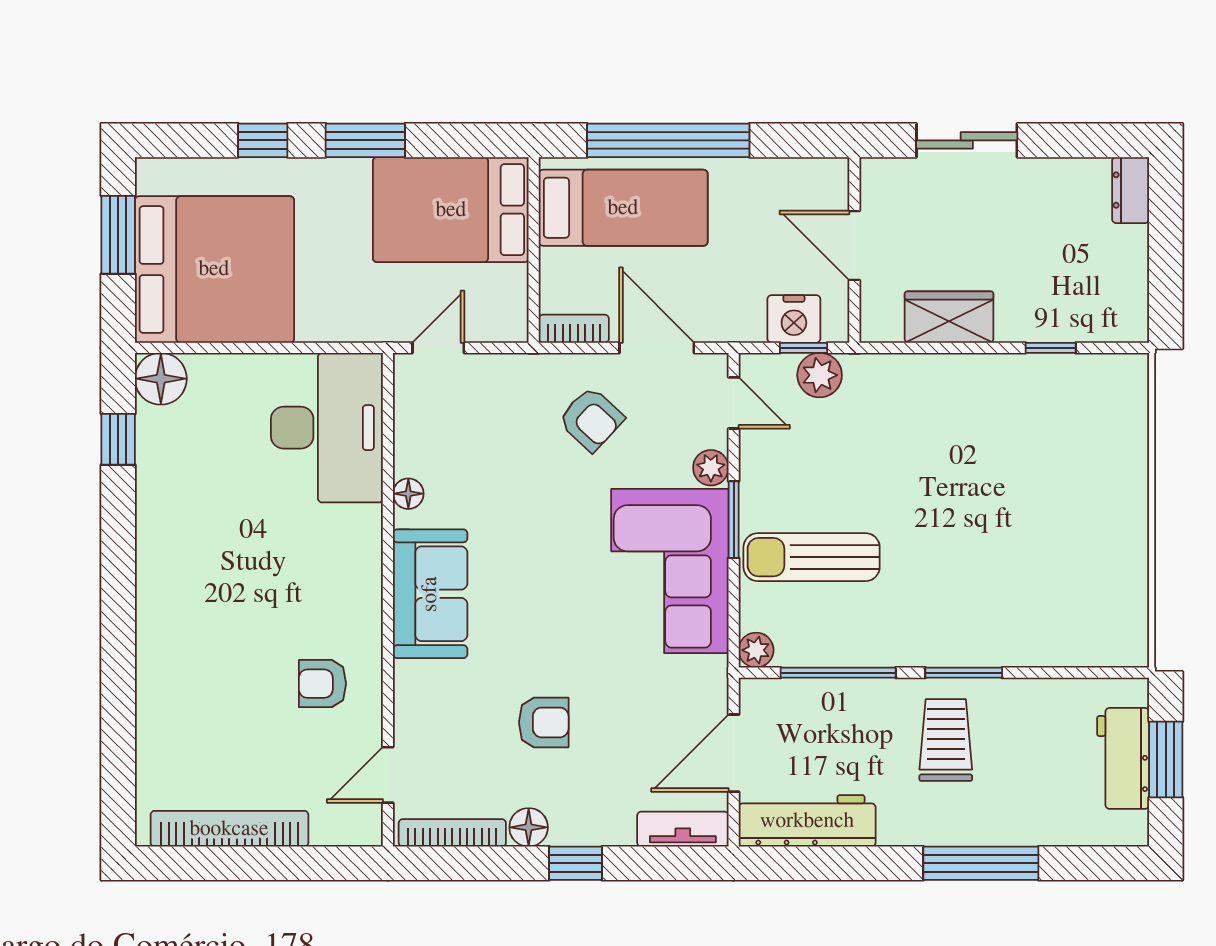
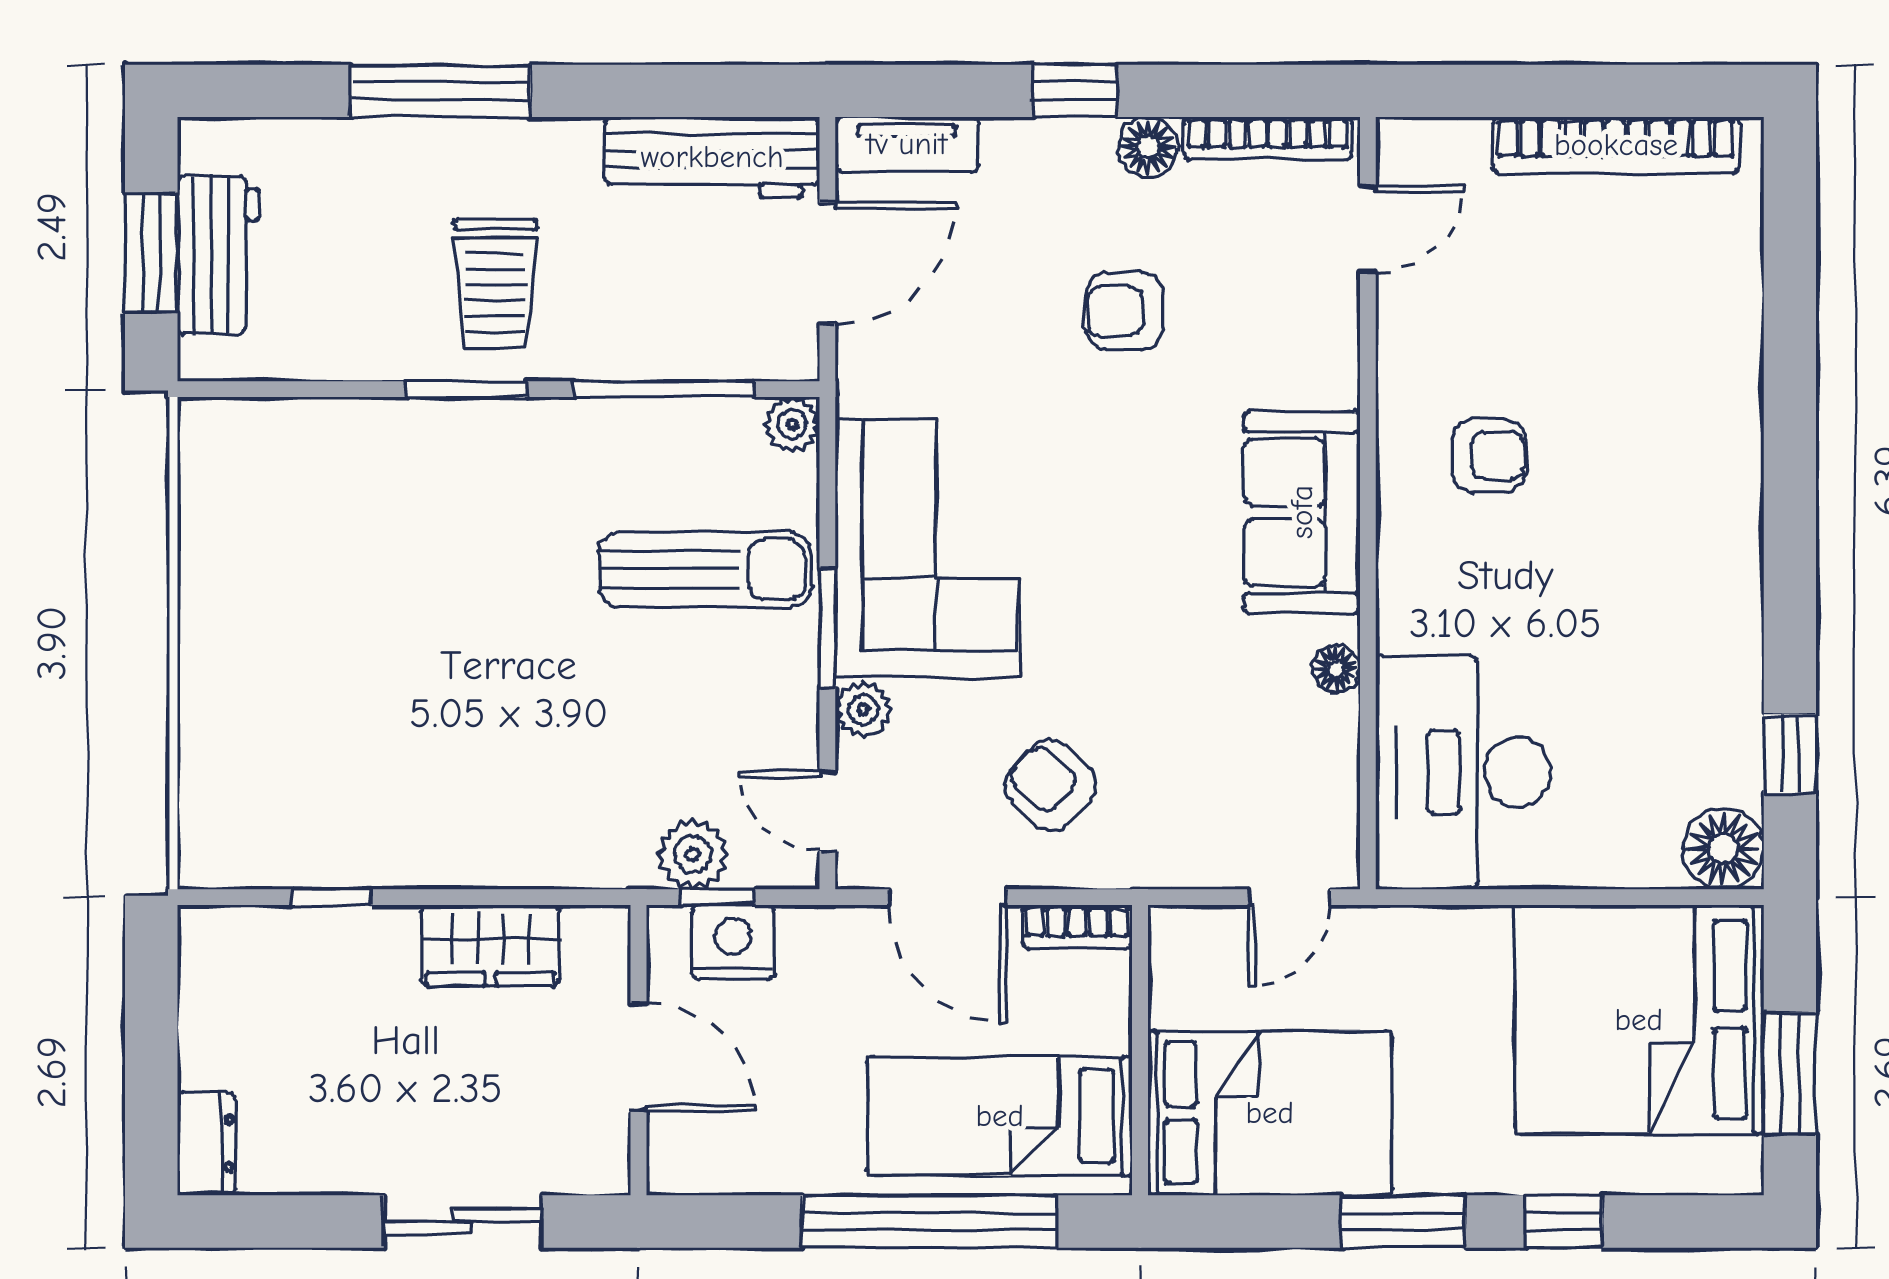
armchair: (322, 684) -> (1489, 456), moved

